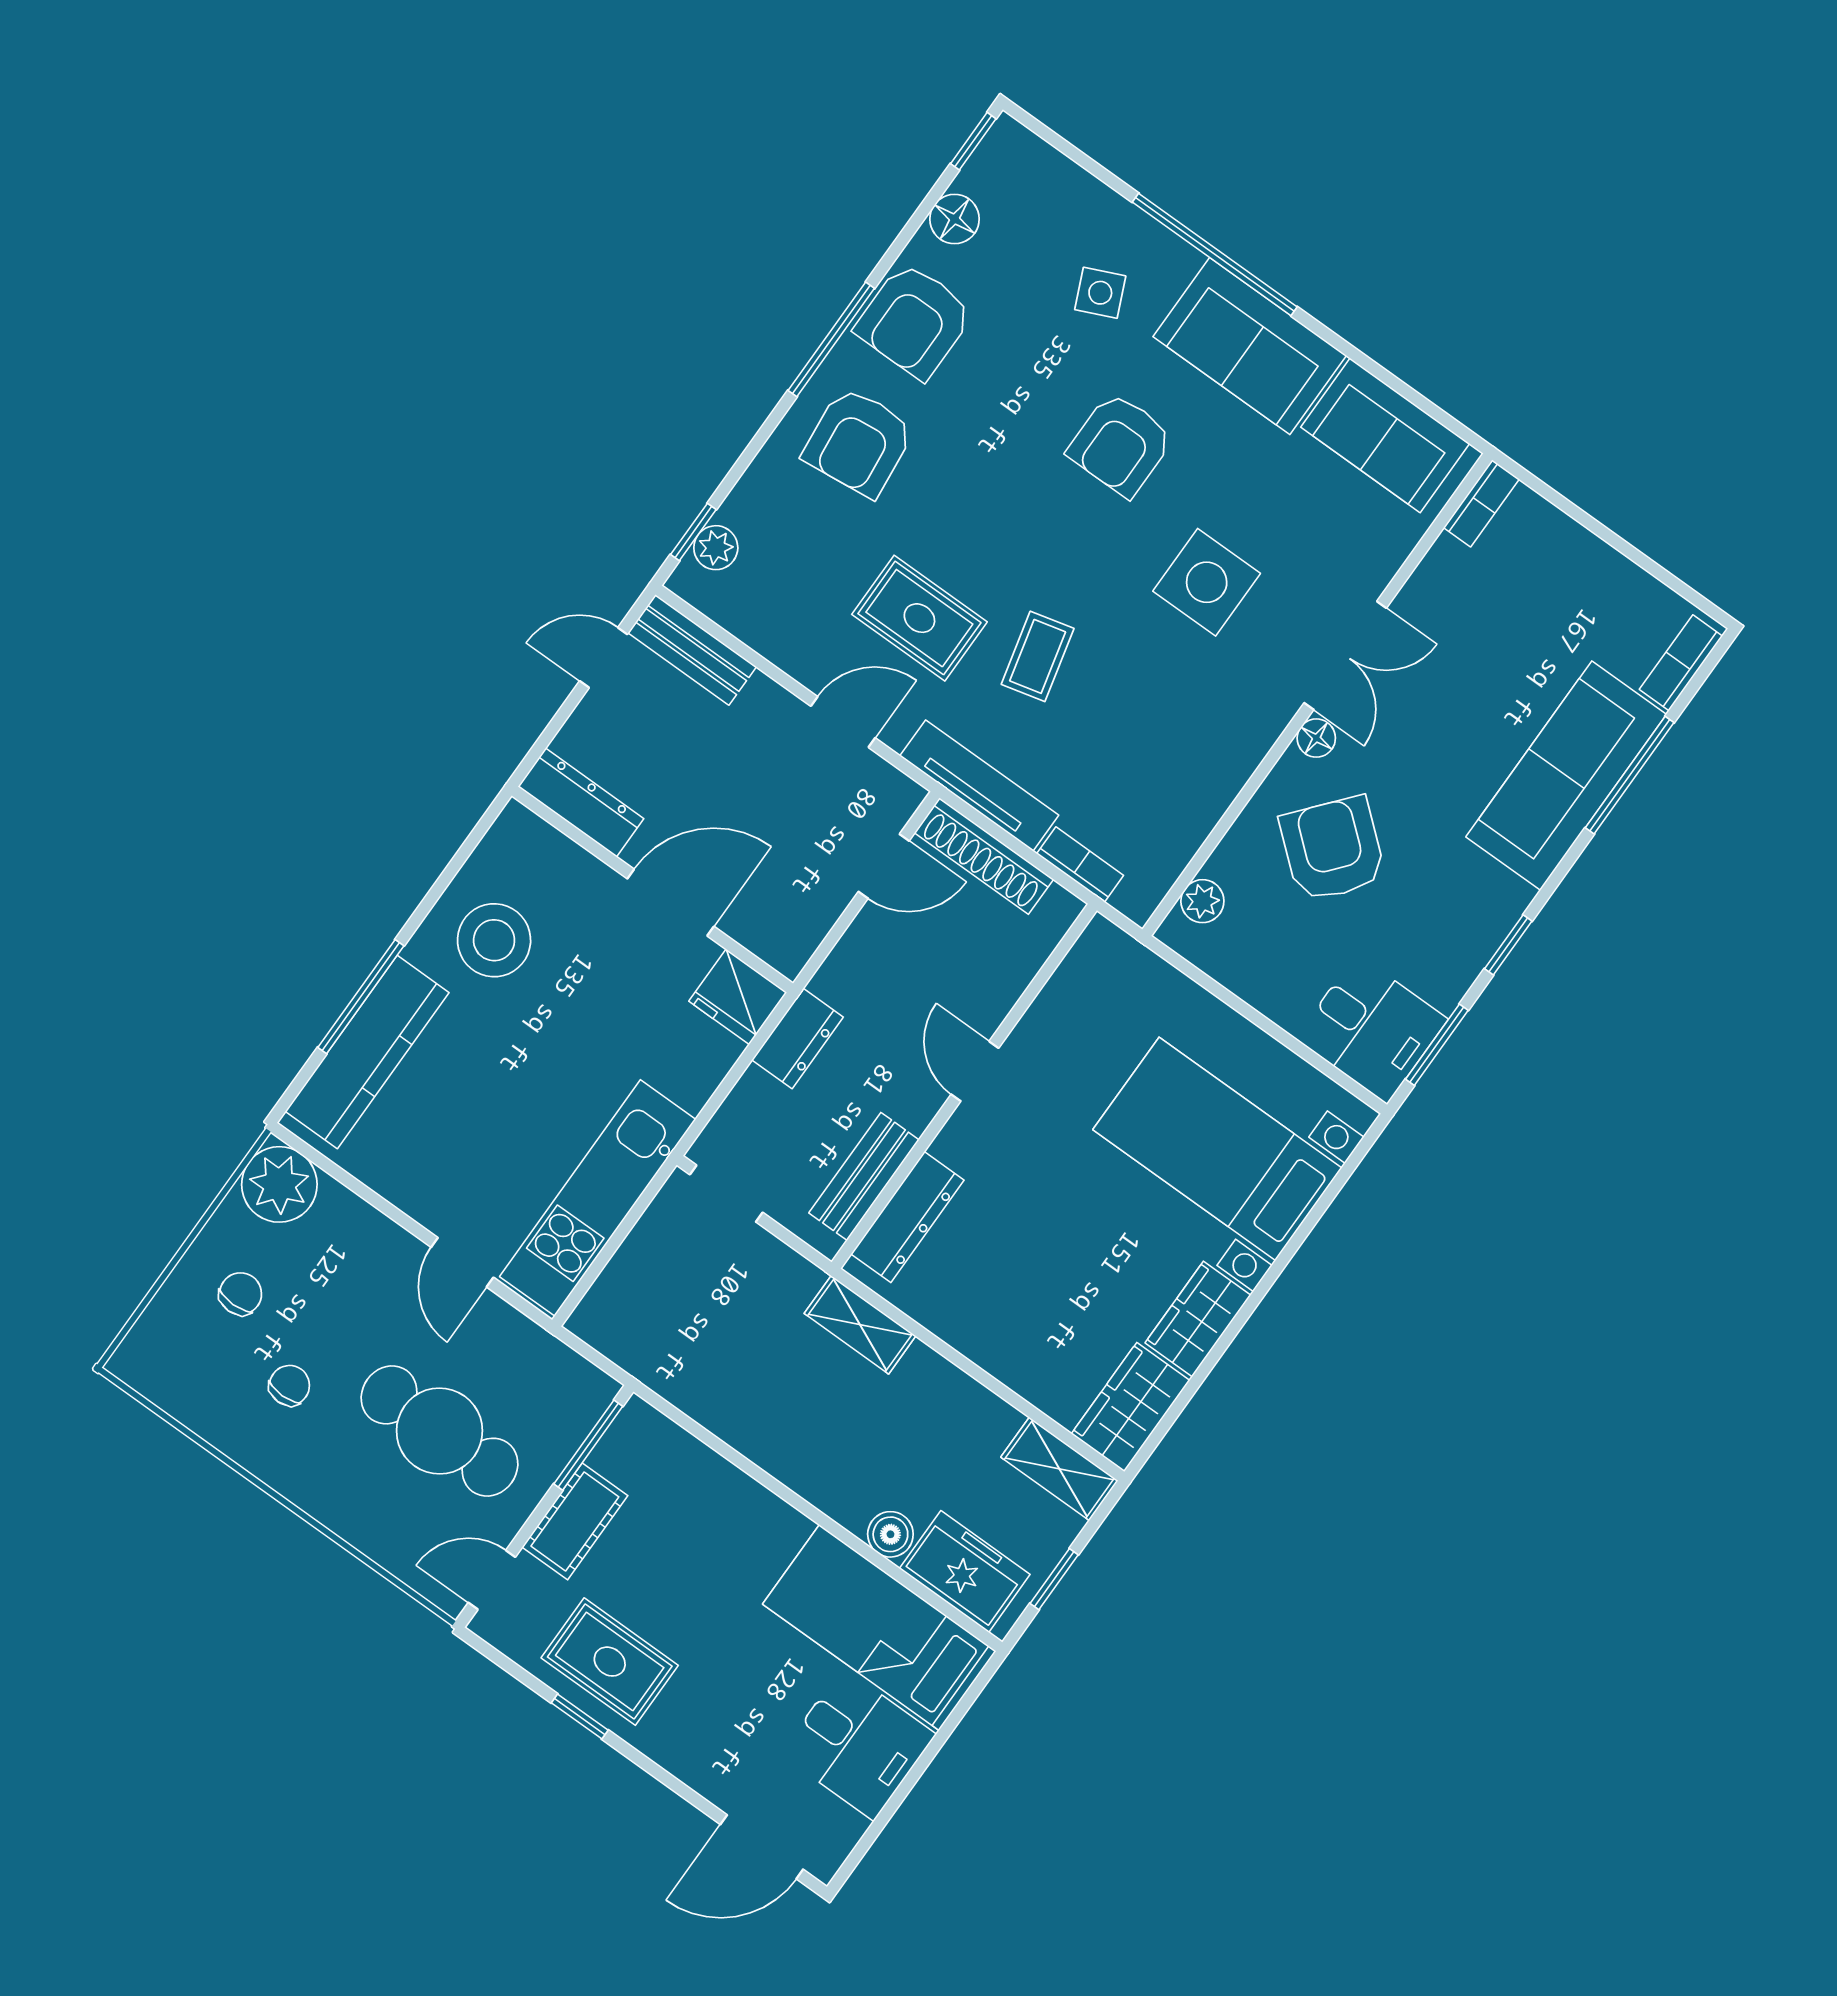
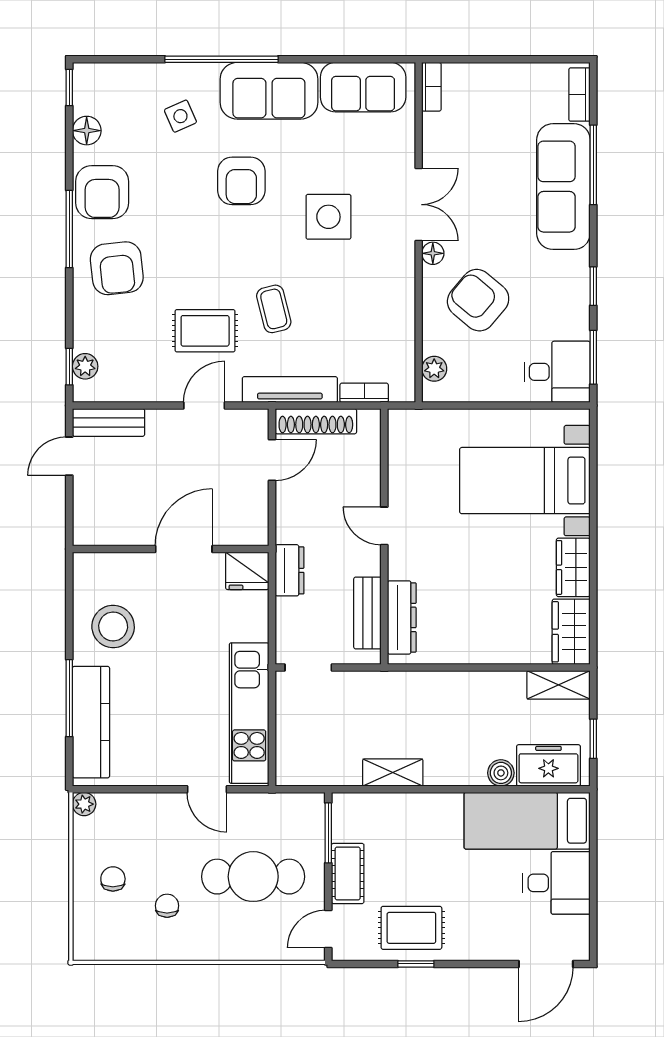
dresser: (581, 803) -> (108, 532), removed
plant: (279, 1184) -> (84, 804), width x0.53, depth x0.53
shelving: (860, 1325) -> (393, 773), moved

